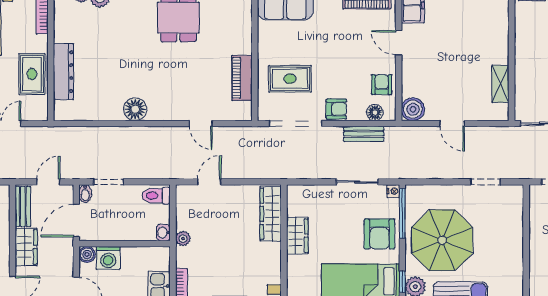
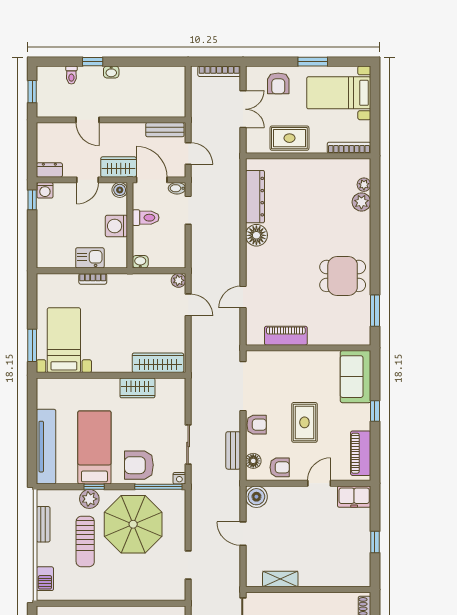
dresser: (63, 72) -> (255, 197), moved, turned -90
rug: (290, 79) -> (304, 422), moved
armchair: (336, 109) -> (257, 425), turned -90
door: (452, 123) -> (243, 534), hinge flipped
toilet: (156, 196) -> (146, 218), moved, turned 90
plant: (183, 239) -> (178, 280), moved
wardrobe: (26, 247) -> (119, 167), moved, turned 180
washing machine: (108, 258) -> (116, 226), moved

